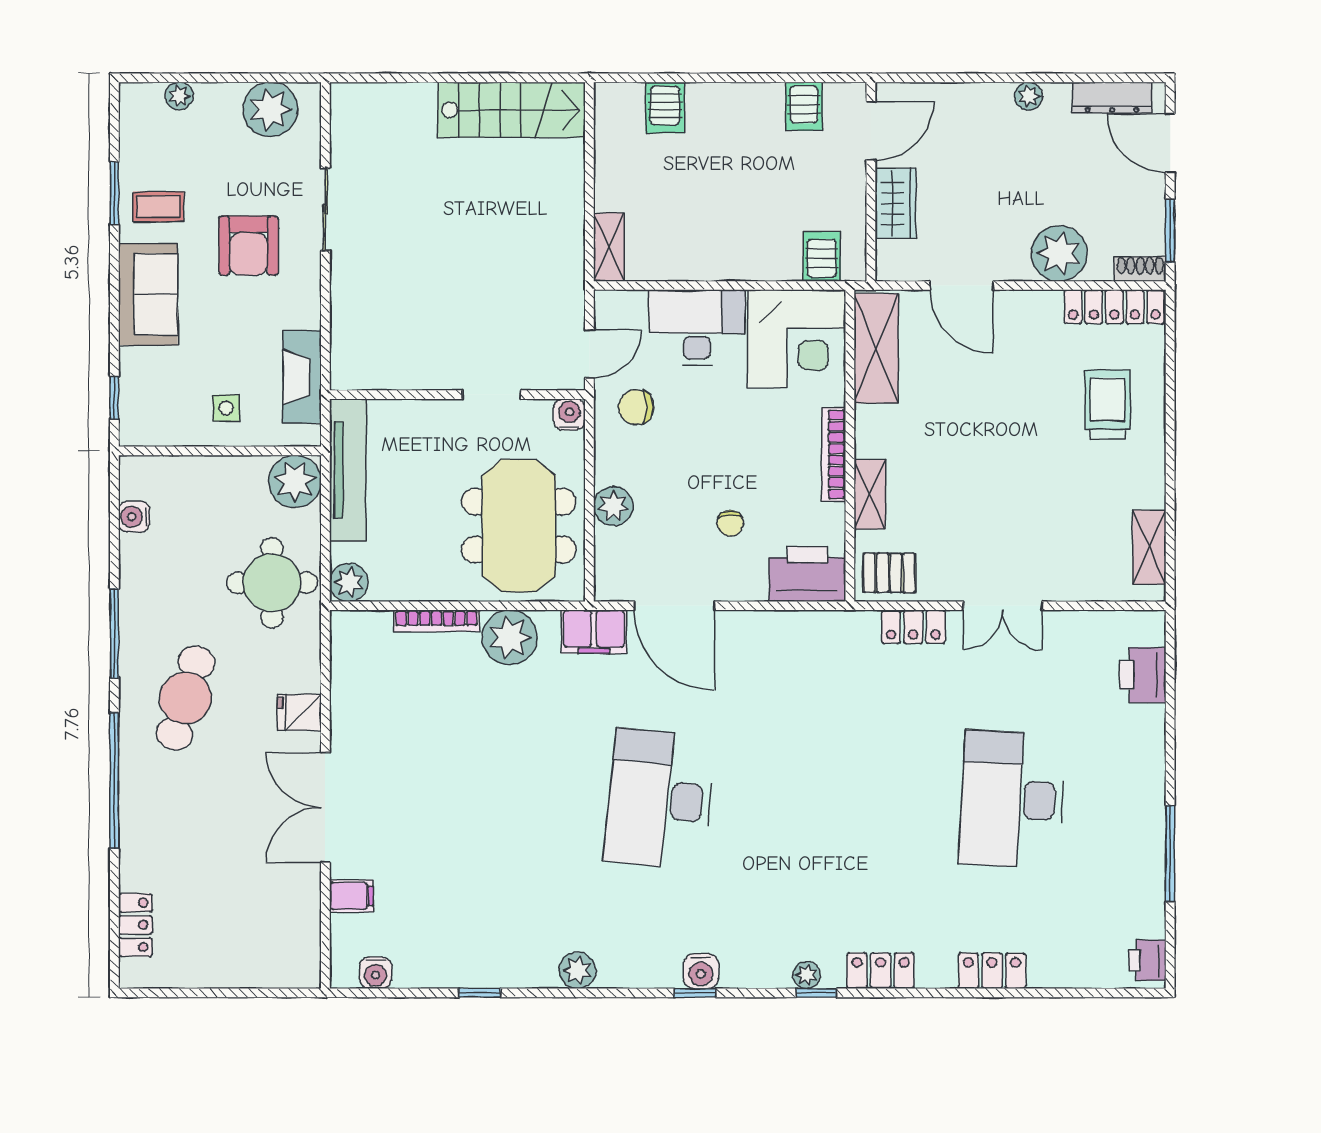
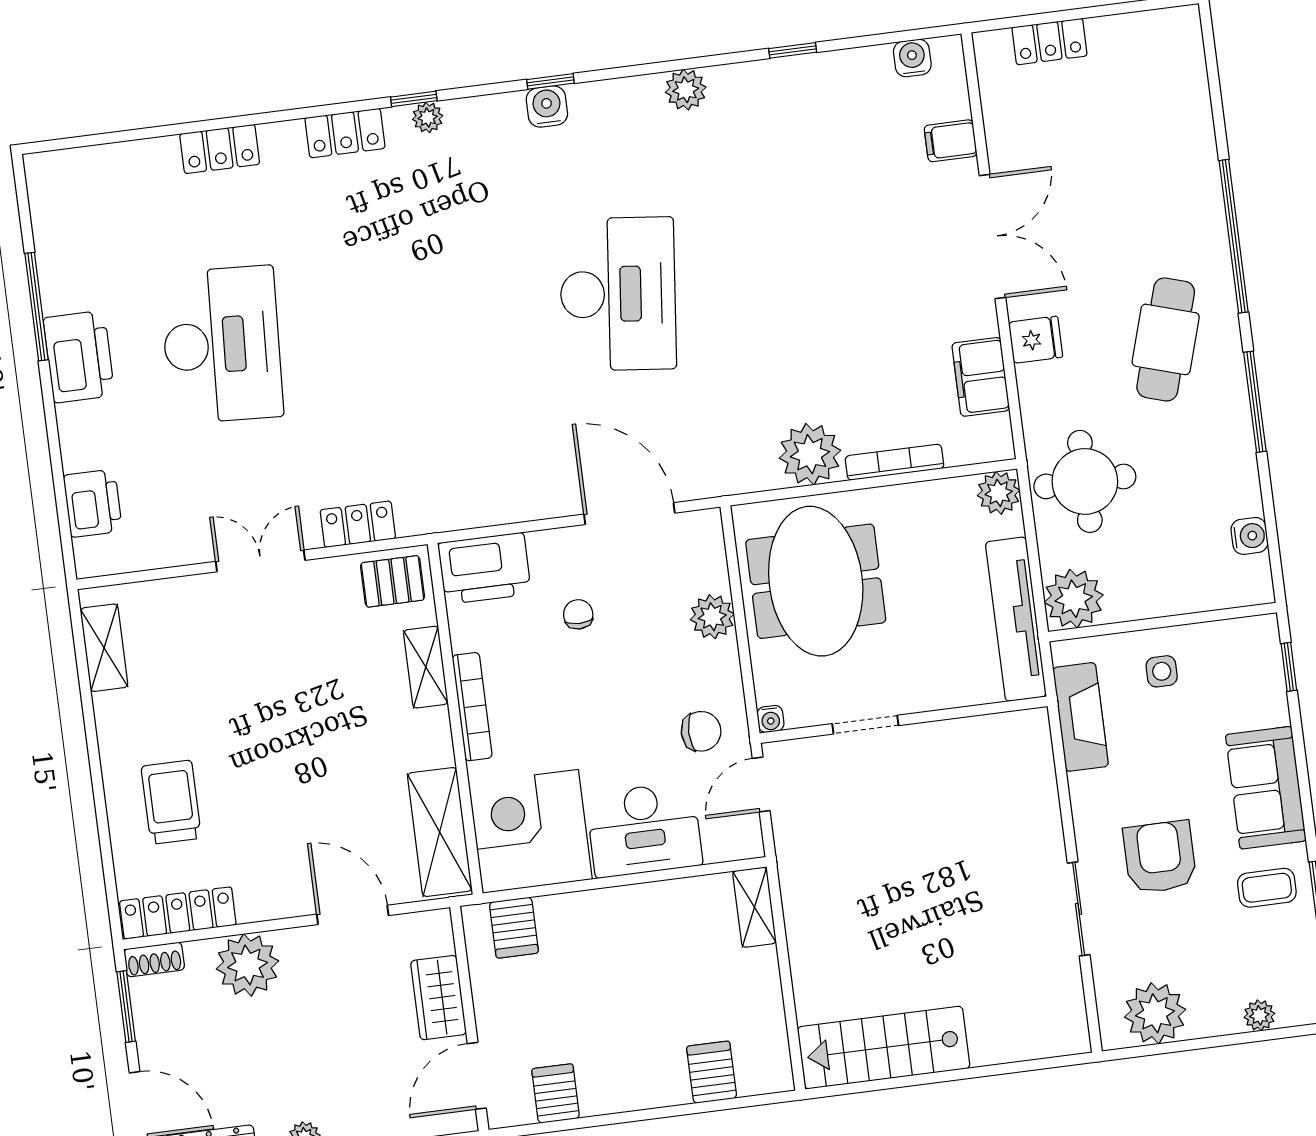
trolley: (1108, 404) -> (171, 802), turned 180
water cooler: (570, 414) -> (770, 719), width x0.72, depth x0.72
filing cabinet: (594, 632) -> (981, 377), moved, turned -90
locker: (135, 925) -> (1049, 41), moved, turned -90
printer: (1147, 960) -> (79, 357), moved, width x1.87, depth x1.48

